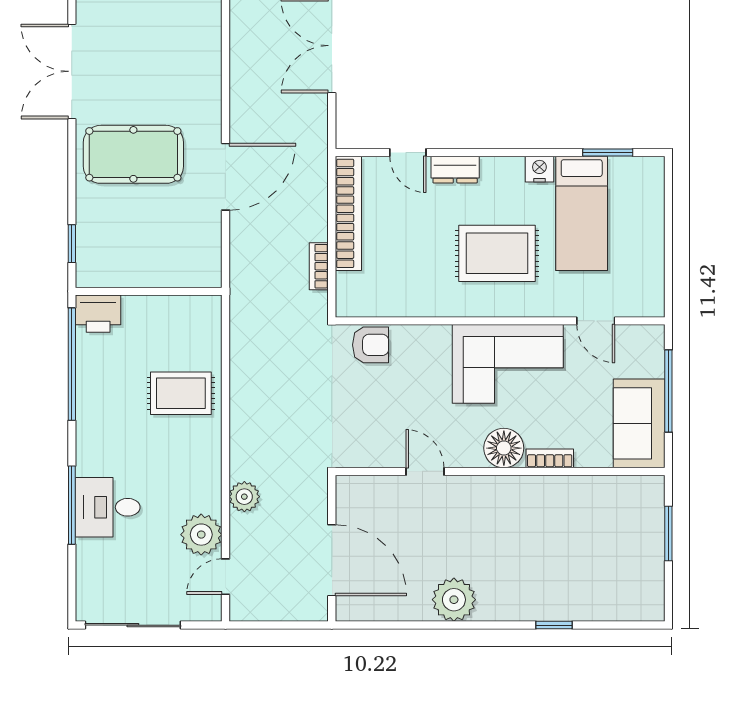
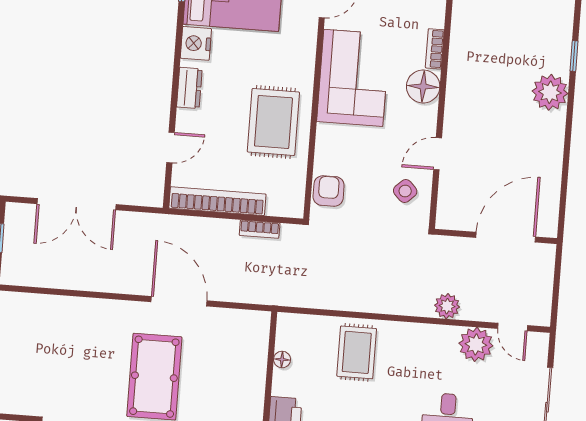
nightstand: (539, 169) -> (196, 43), width x1.36, depth x1.33
dresser: (455, 170) -> (189, 88), moved
rug: (497, 253) -> (273, 122), moved
floor lamp: (166, 305) -> (282, 359), added
side table: (378, 436) -> (405, 191), added
plant: (454, 600) -> (550, 92), moved

